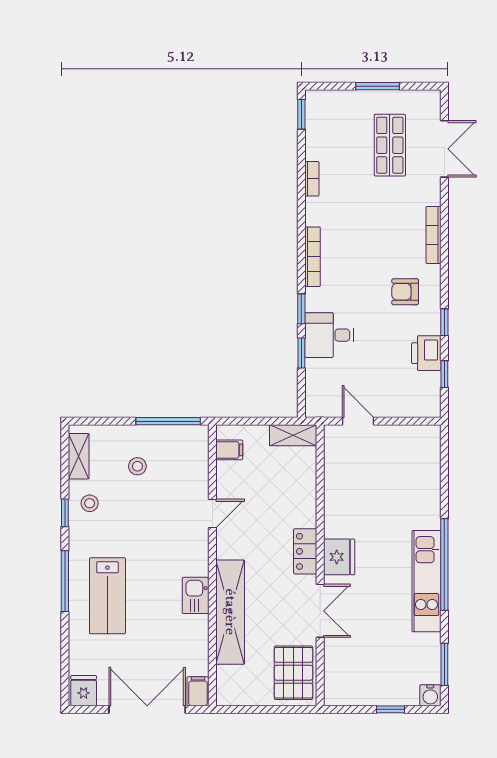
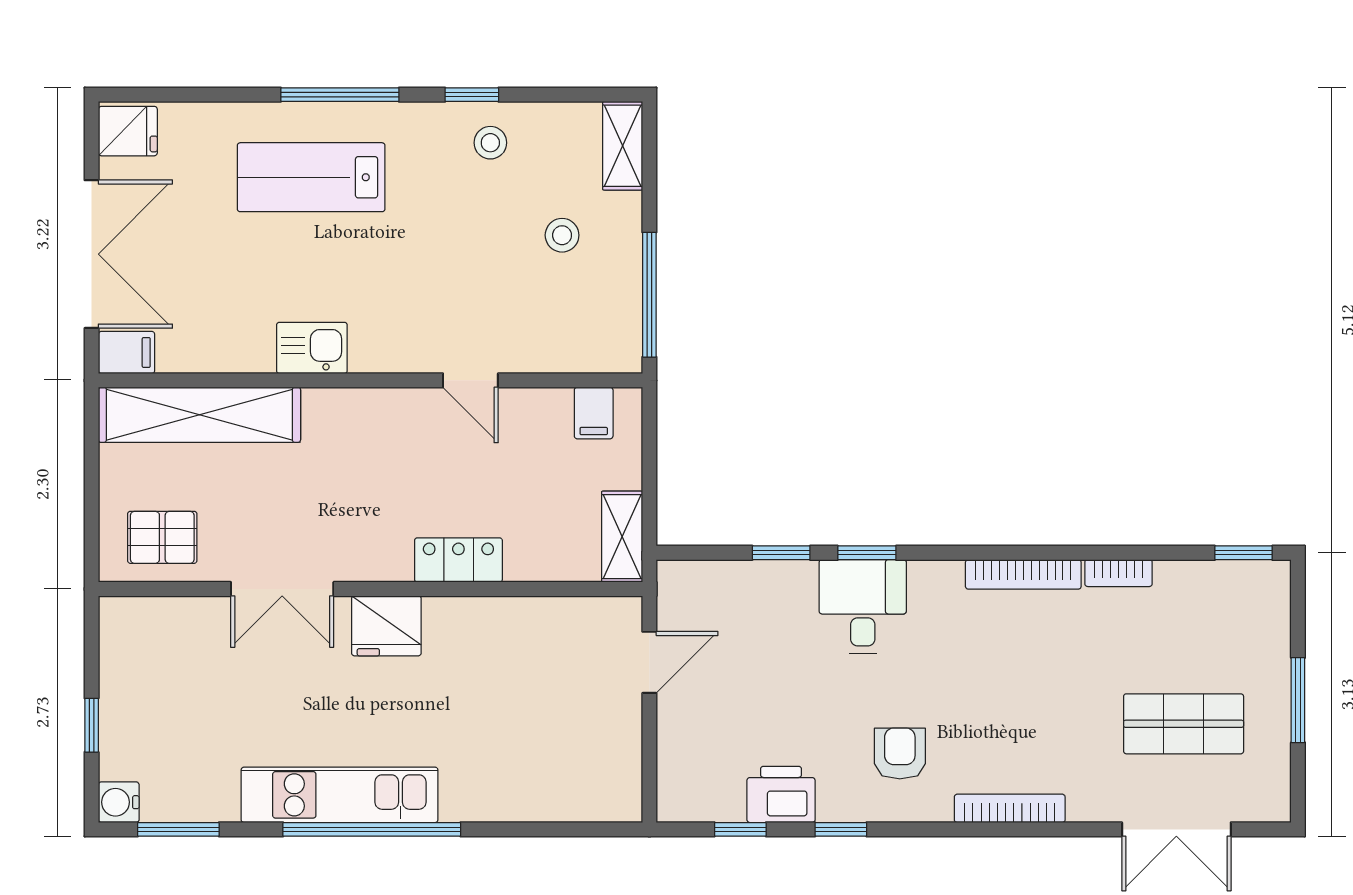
bookcase: (313, 257) -> (1023, 574), moved
desk: (329, 335) -> (863, 607), moved
shelving: (79, 456) -> (623, 146), moved, turned 90
locker: (305, 551) -> (458, 560), moved
shelving: (230, 612) -> (199, 415), moved
pallet: (293, 673) -> (162, 537), width x0.67, depth x0.71

